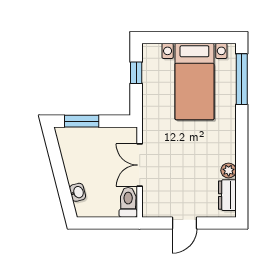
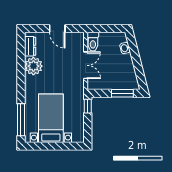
window: (136, 73) -> (88, 106), moved
plant: (229, 170) -> (33, 66), width x1.87, depth x1.87
door: (185, 223) -> (57, 29), swing flipped

